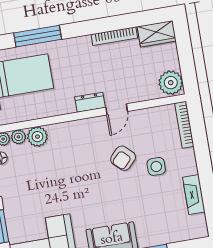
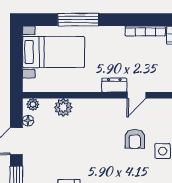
plant: (18, 137) -> (47, 105), removed
armchair: (123, 158) -> (135, 139), turned -44

